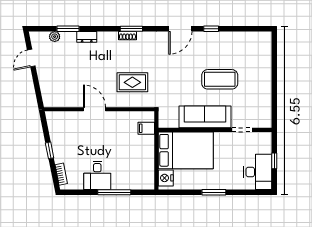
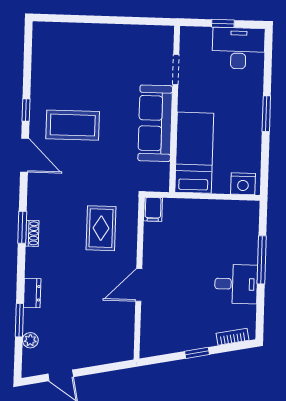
coffee table: (220, 79) -> (73, 125), moved, turned 90
filing cabinet: (146, 128) -> (153, 209), moved
bed: (186, 150) -> (194, 153), width x0.67

